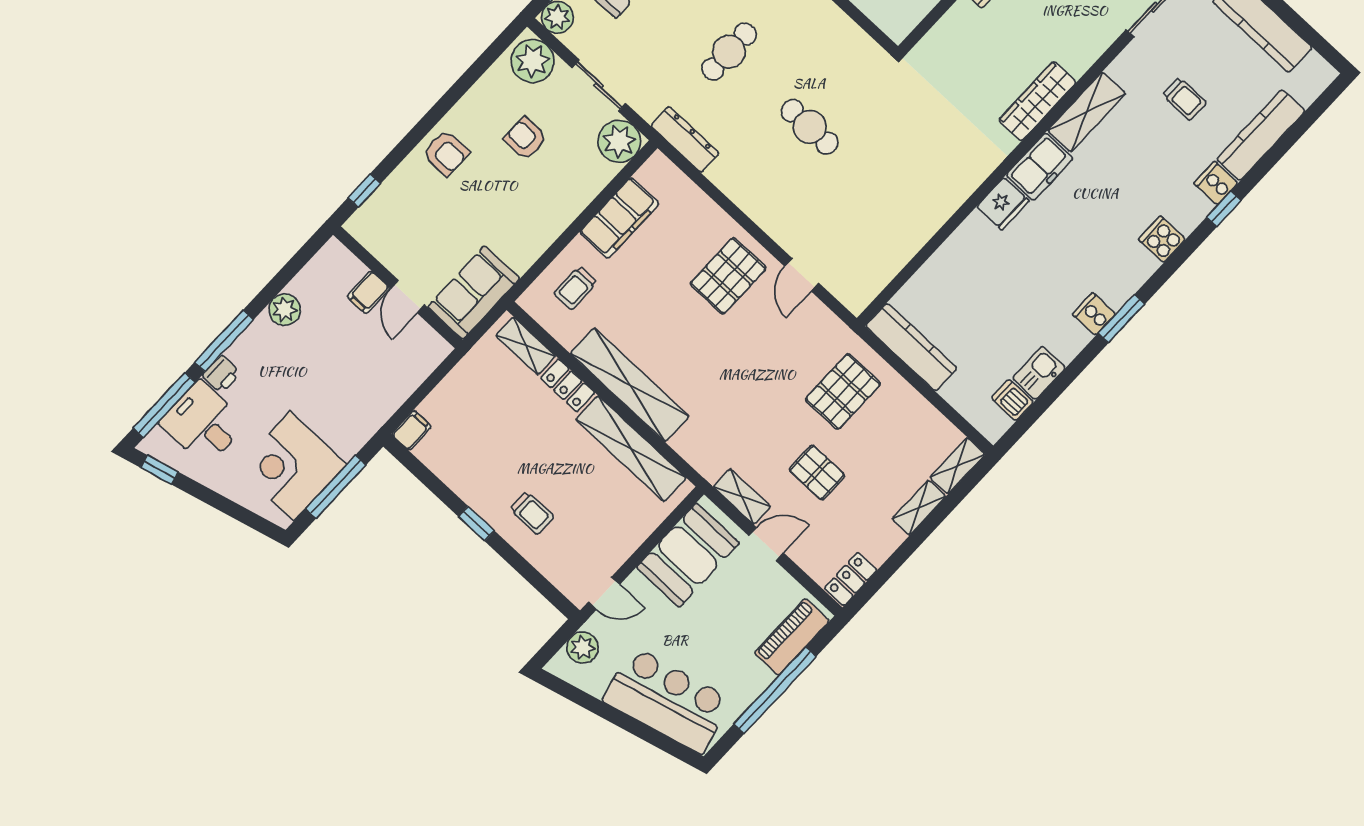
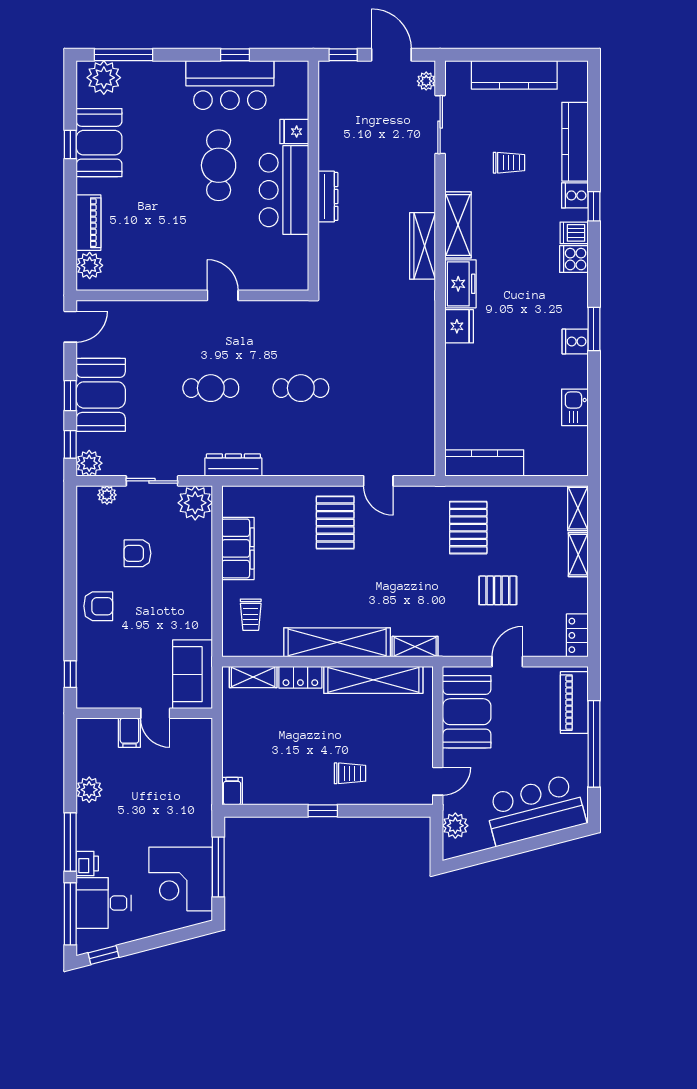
cafe table: (729, 52) -> (211, 388), turned 90
plant: (533, 61) -> (107, 495), width x0.53, depth x0.53
dishwasher: (1012, 400) -> (574, 233), moved
shelving: (742, 497) -> (415, 647), moved

